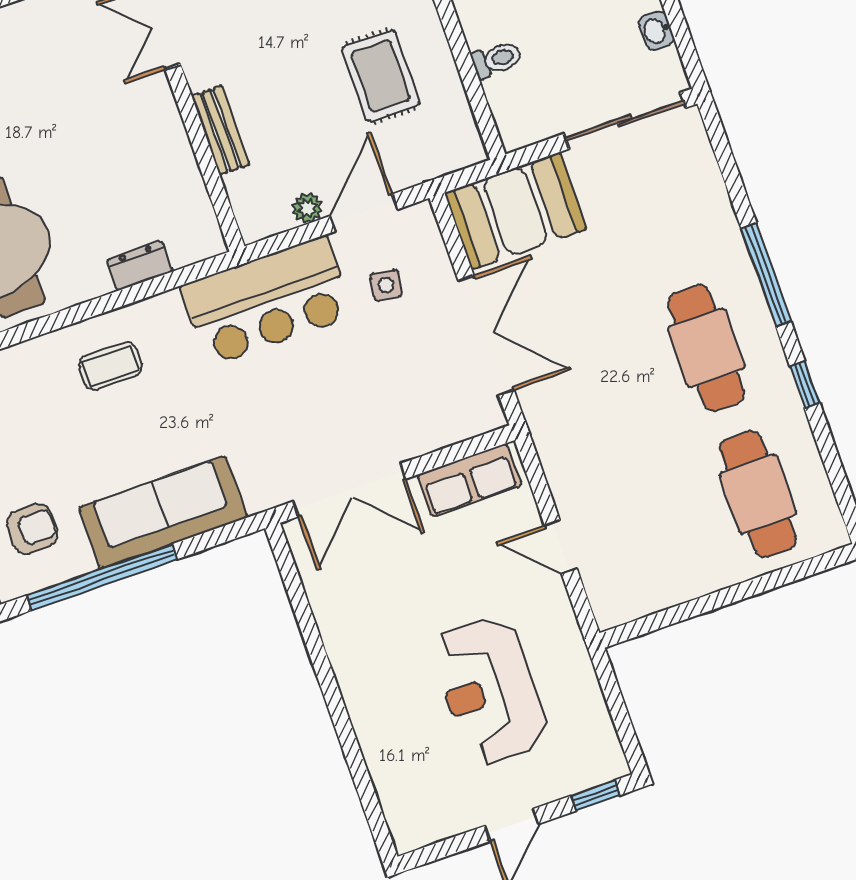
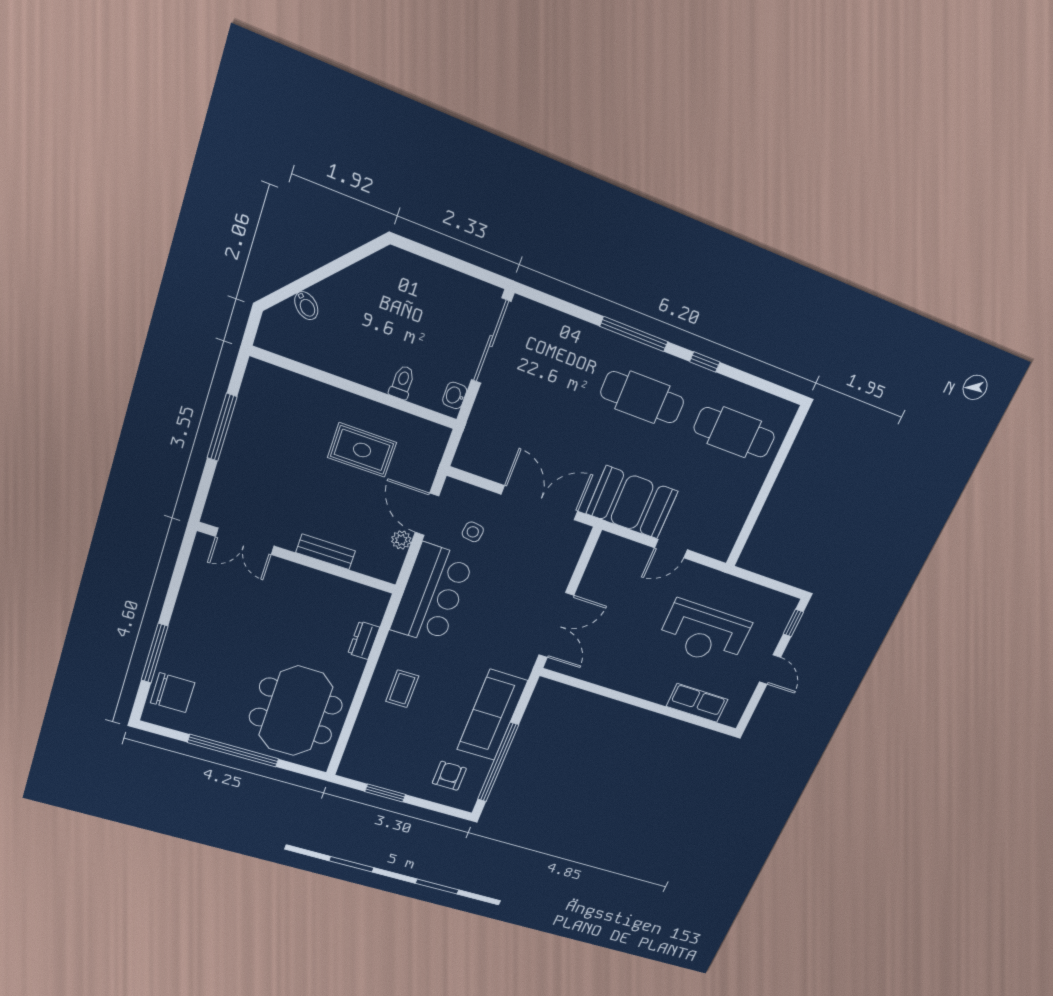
washbasin: (656, 30) -> (455, 395), moved, turned 90
booth: (515, 211) -> (632, 502), moved, turned 90
row of seats: (469, 480) -> (697, 703), moved, turned -90

